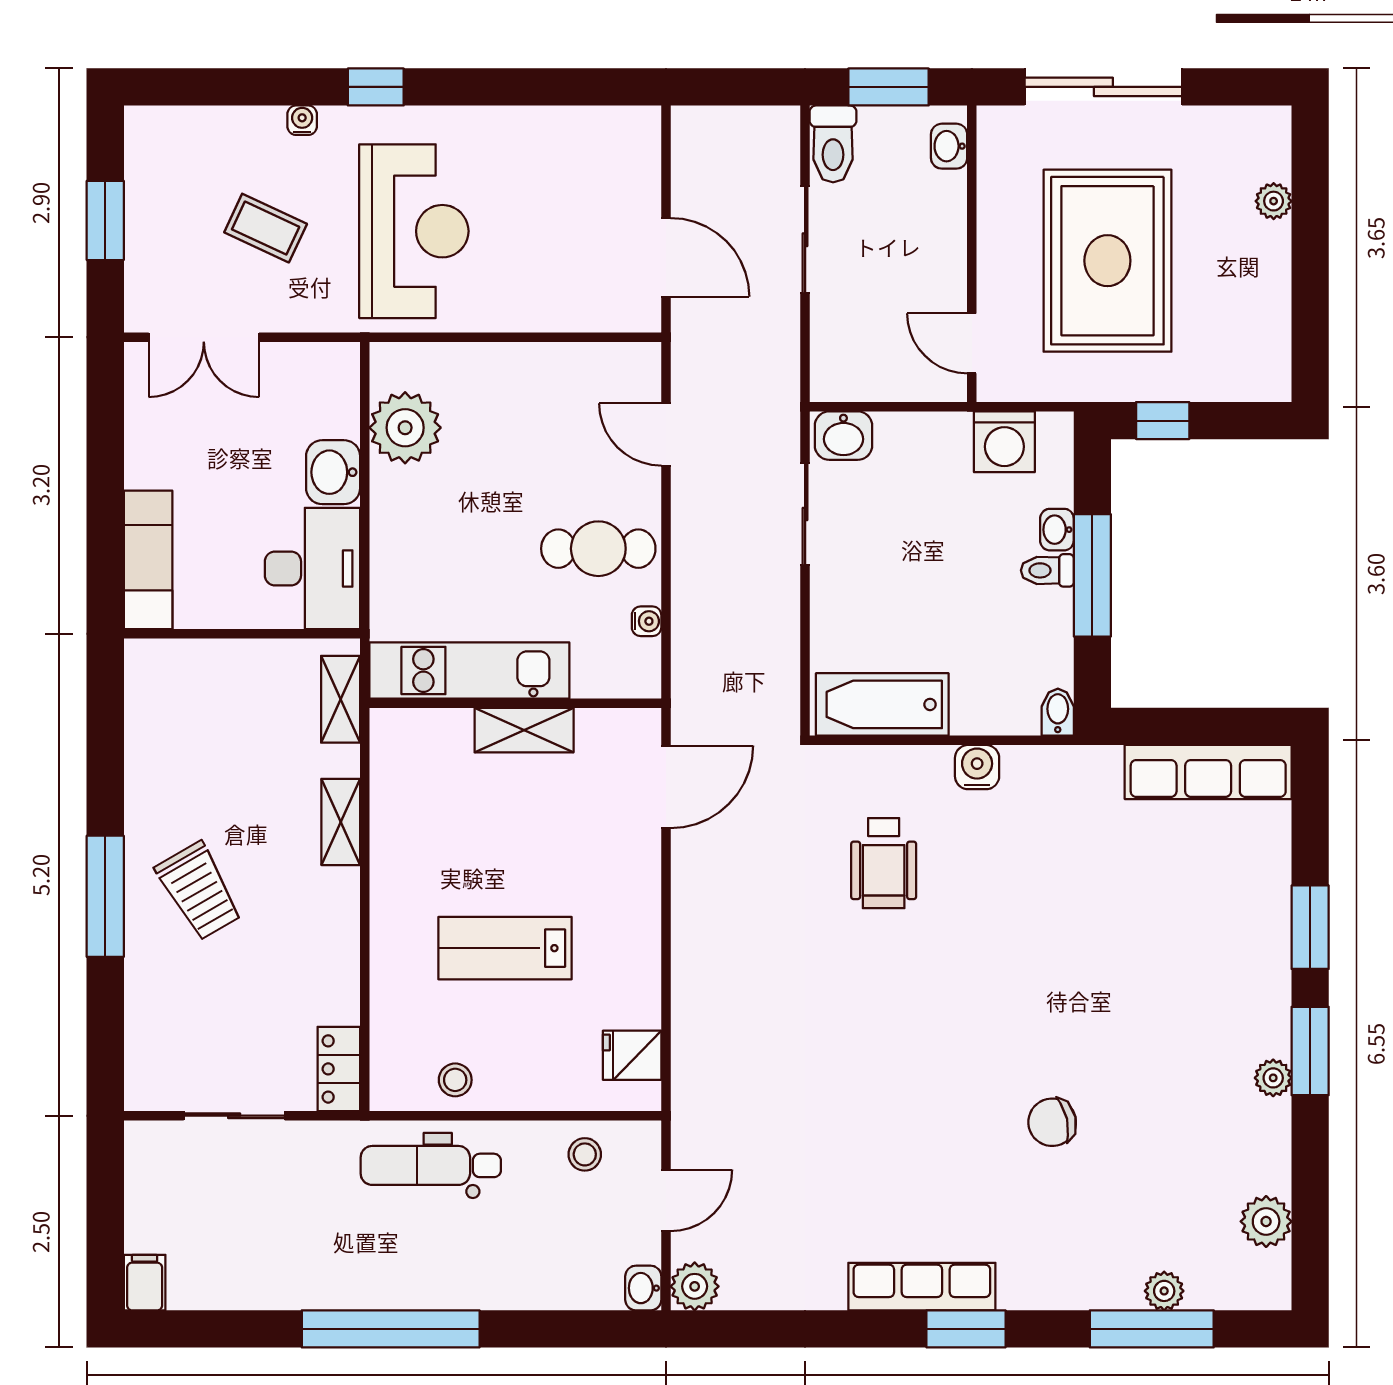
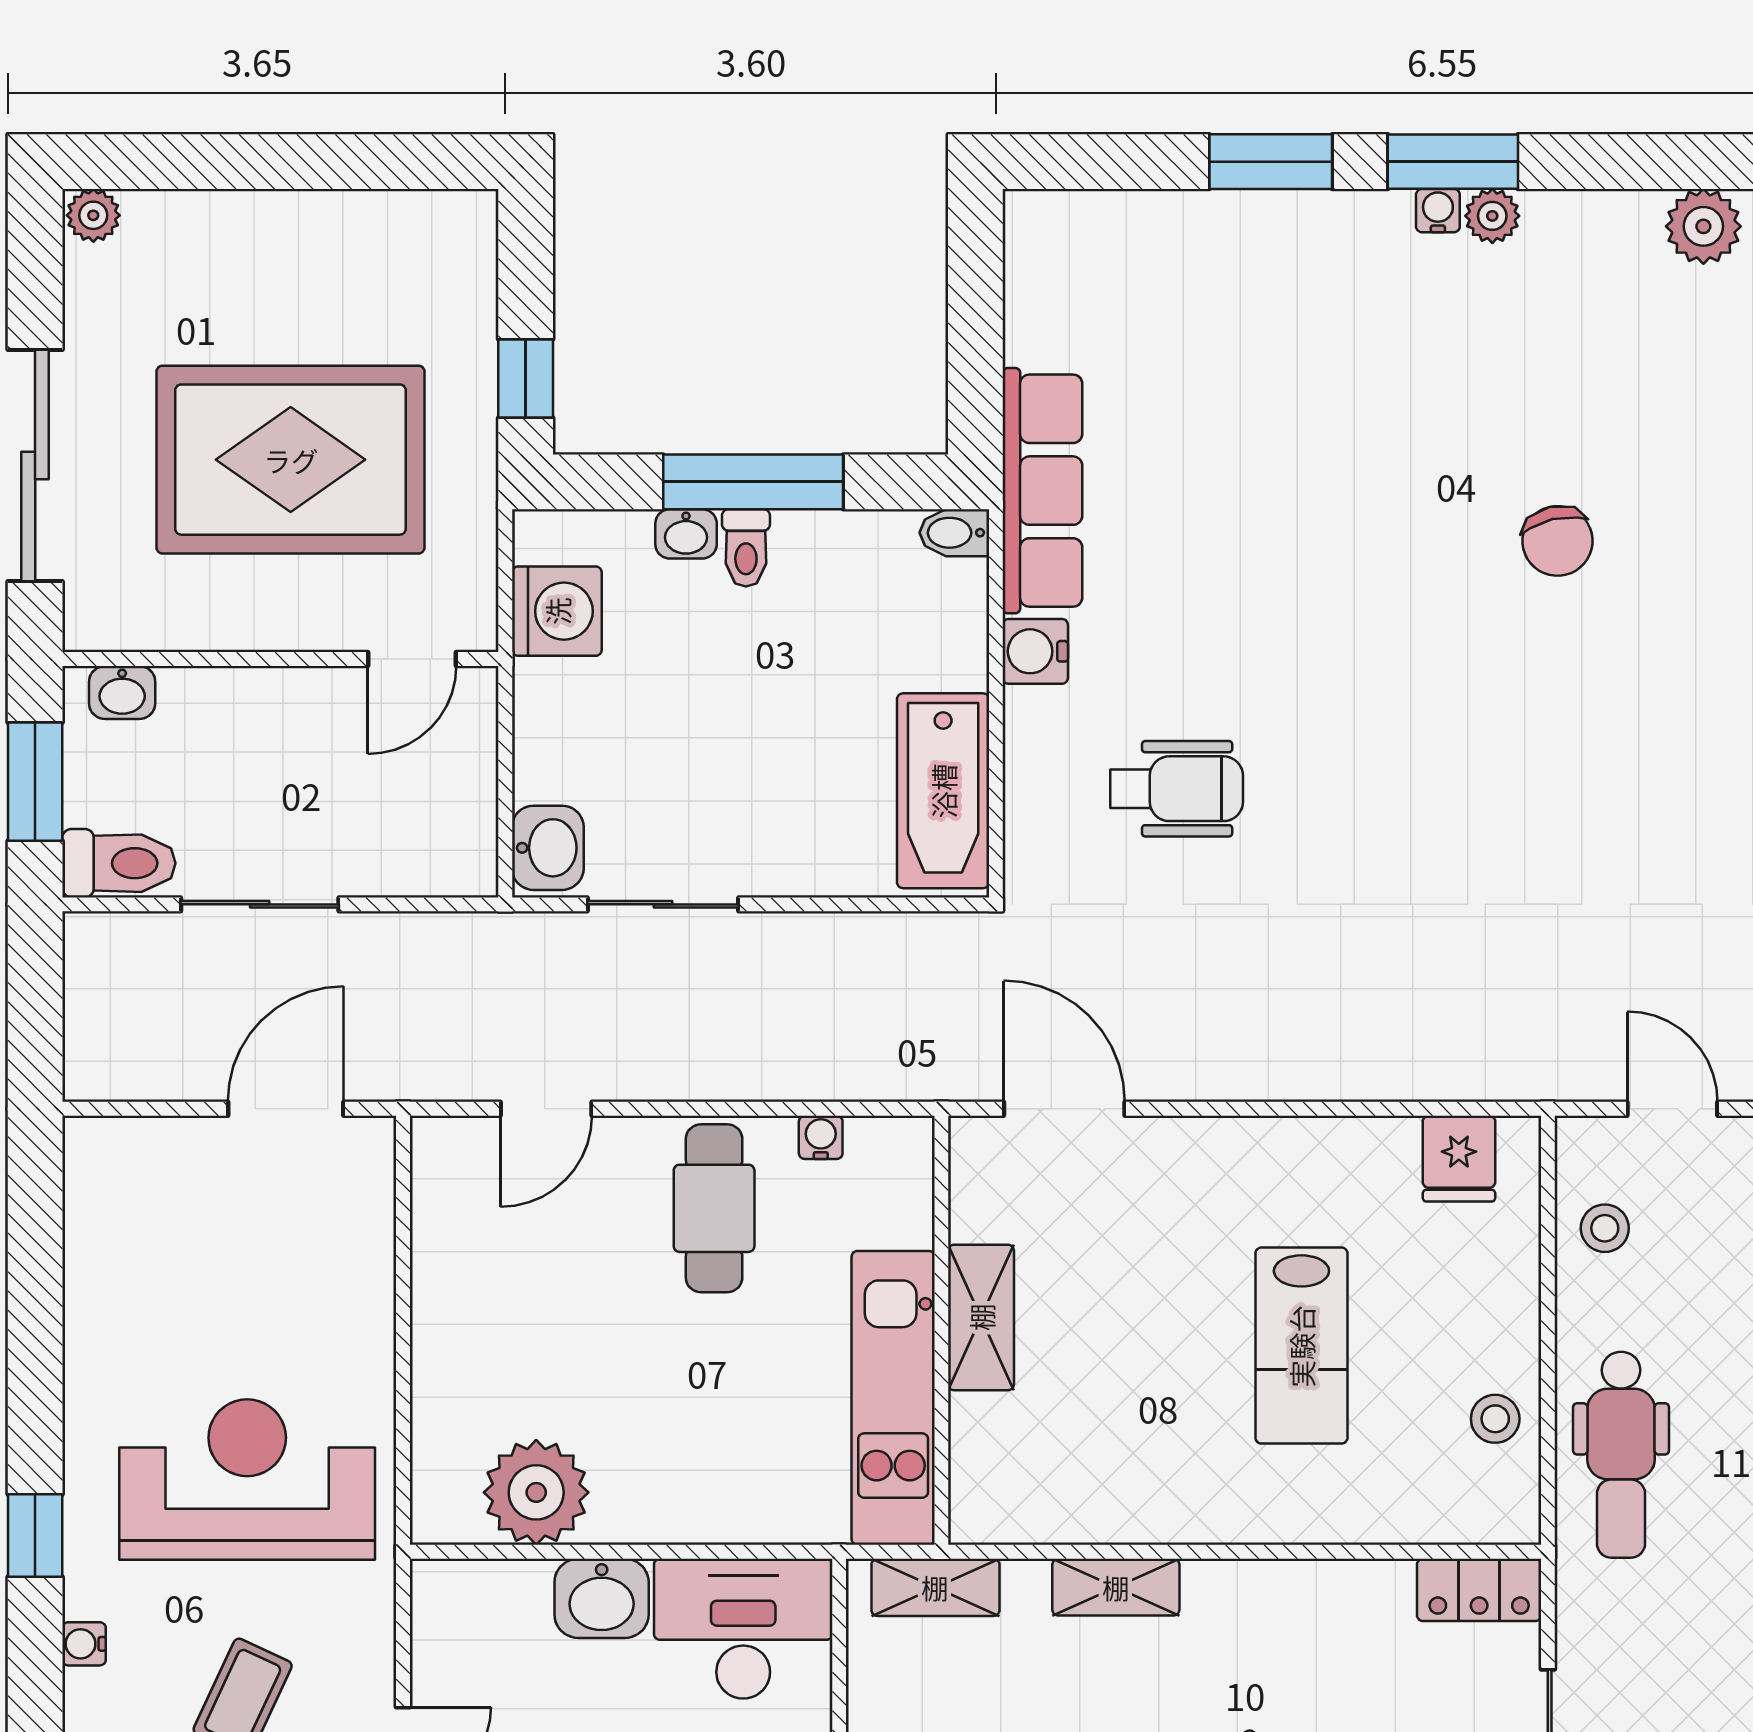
plant: (1274, 201) -> (93, 215), moved
row of seats: (1208, 772) -> (1042, 491), moved
water cooler: (1277, 1041) -> (1438, 211), added

